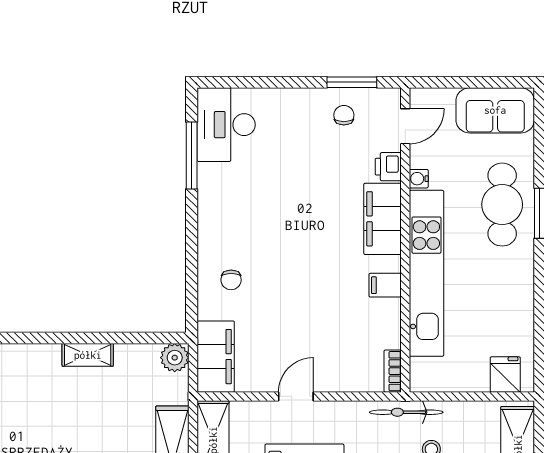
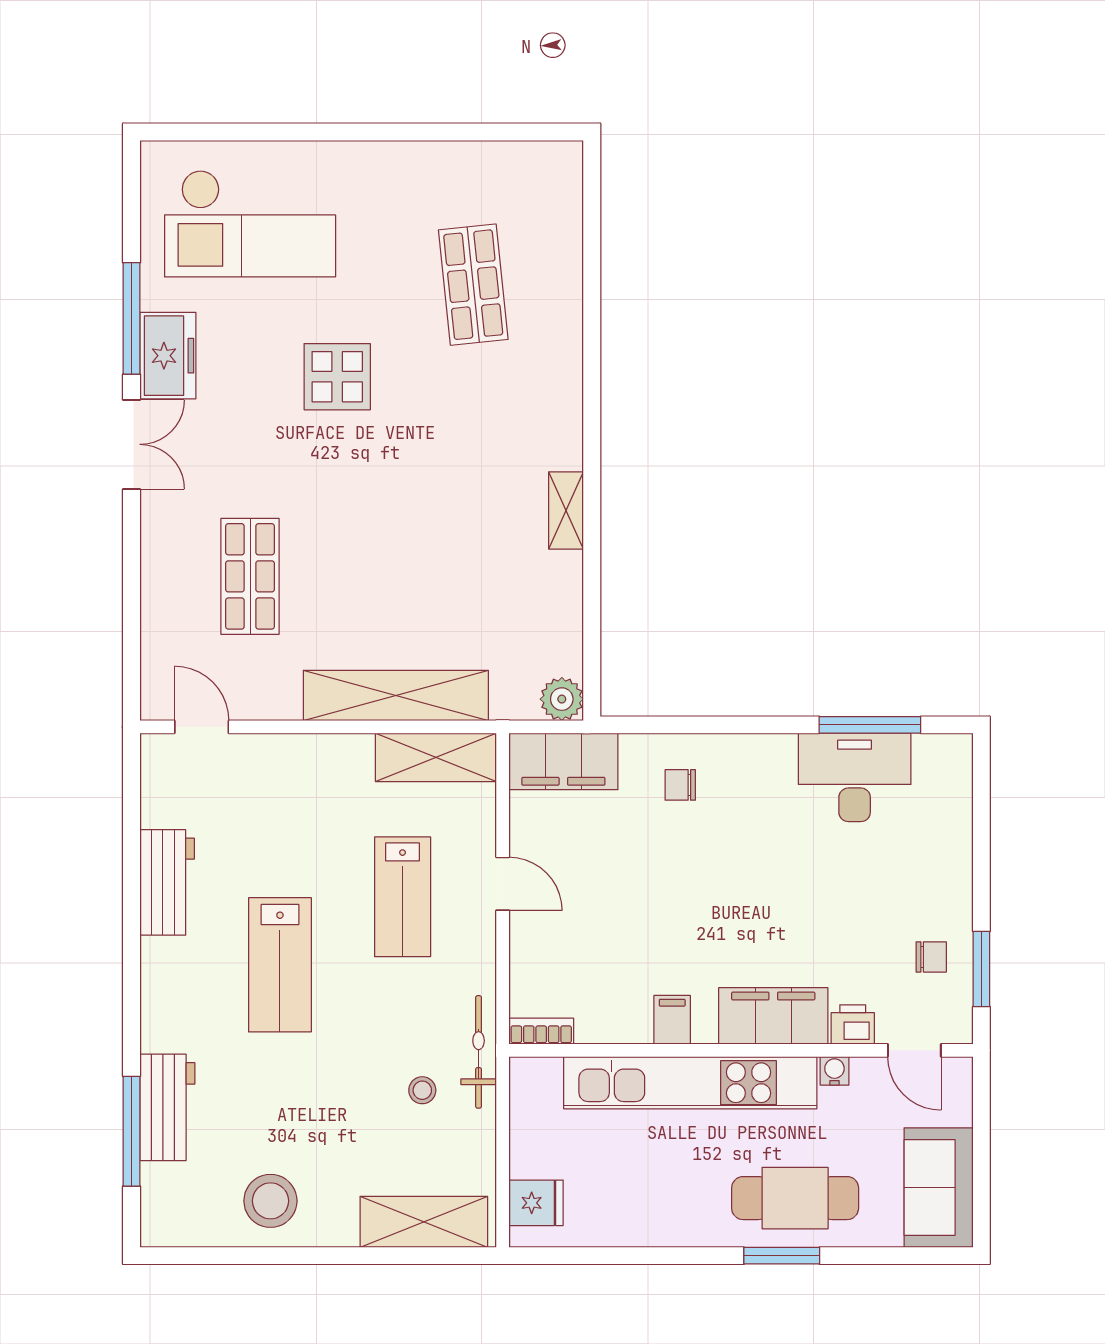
desk: (226, 125) -> (855, 777), moved
shelving: (88, 355) -> (566, 510), moved

